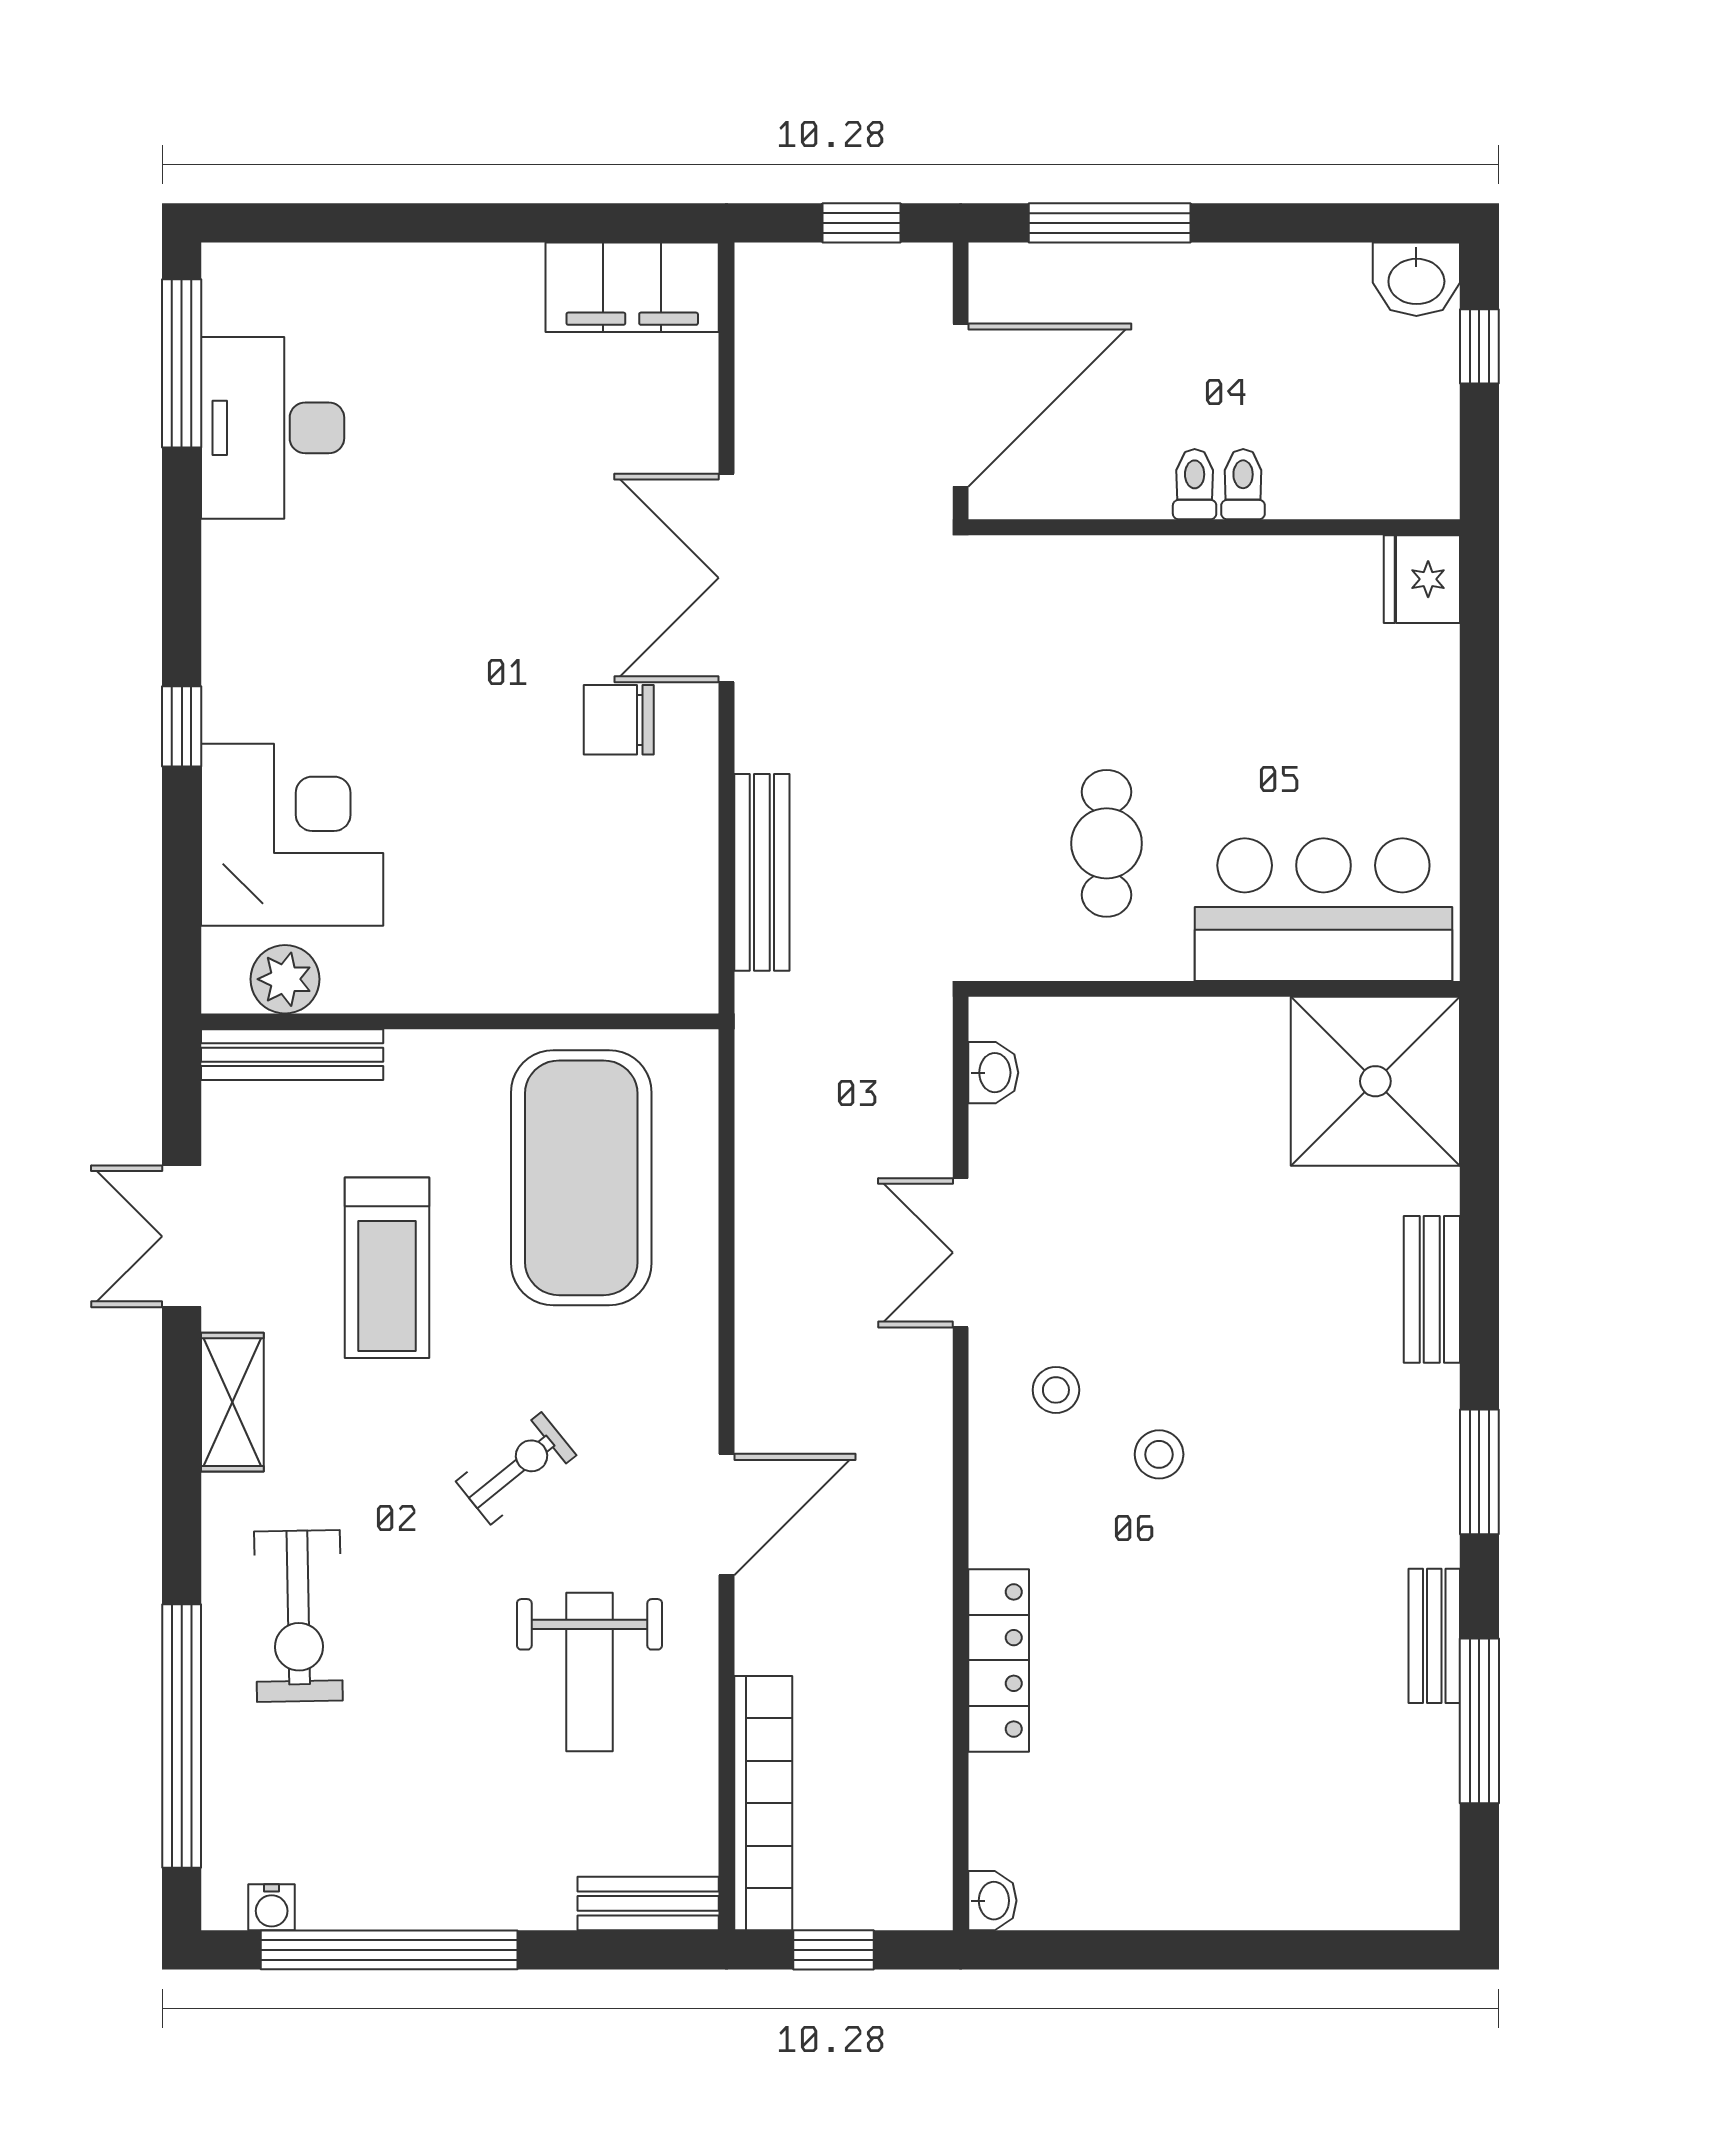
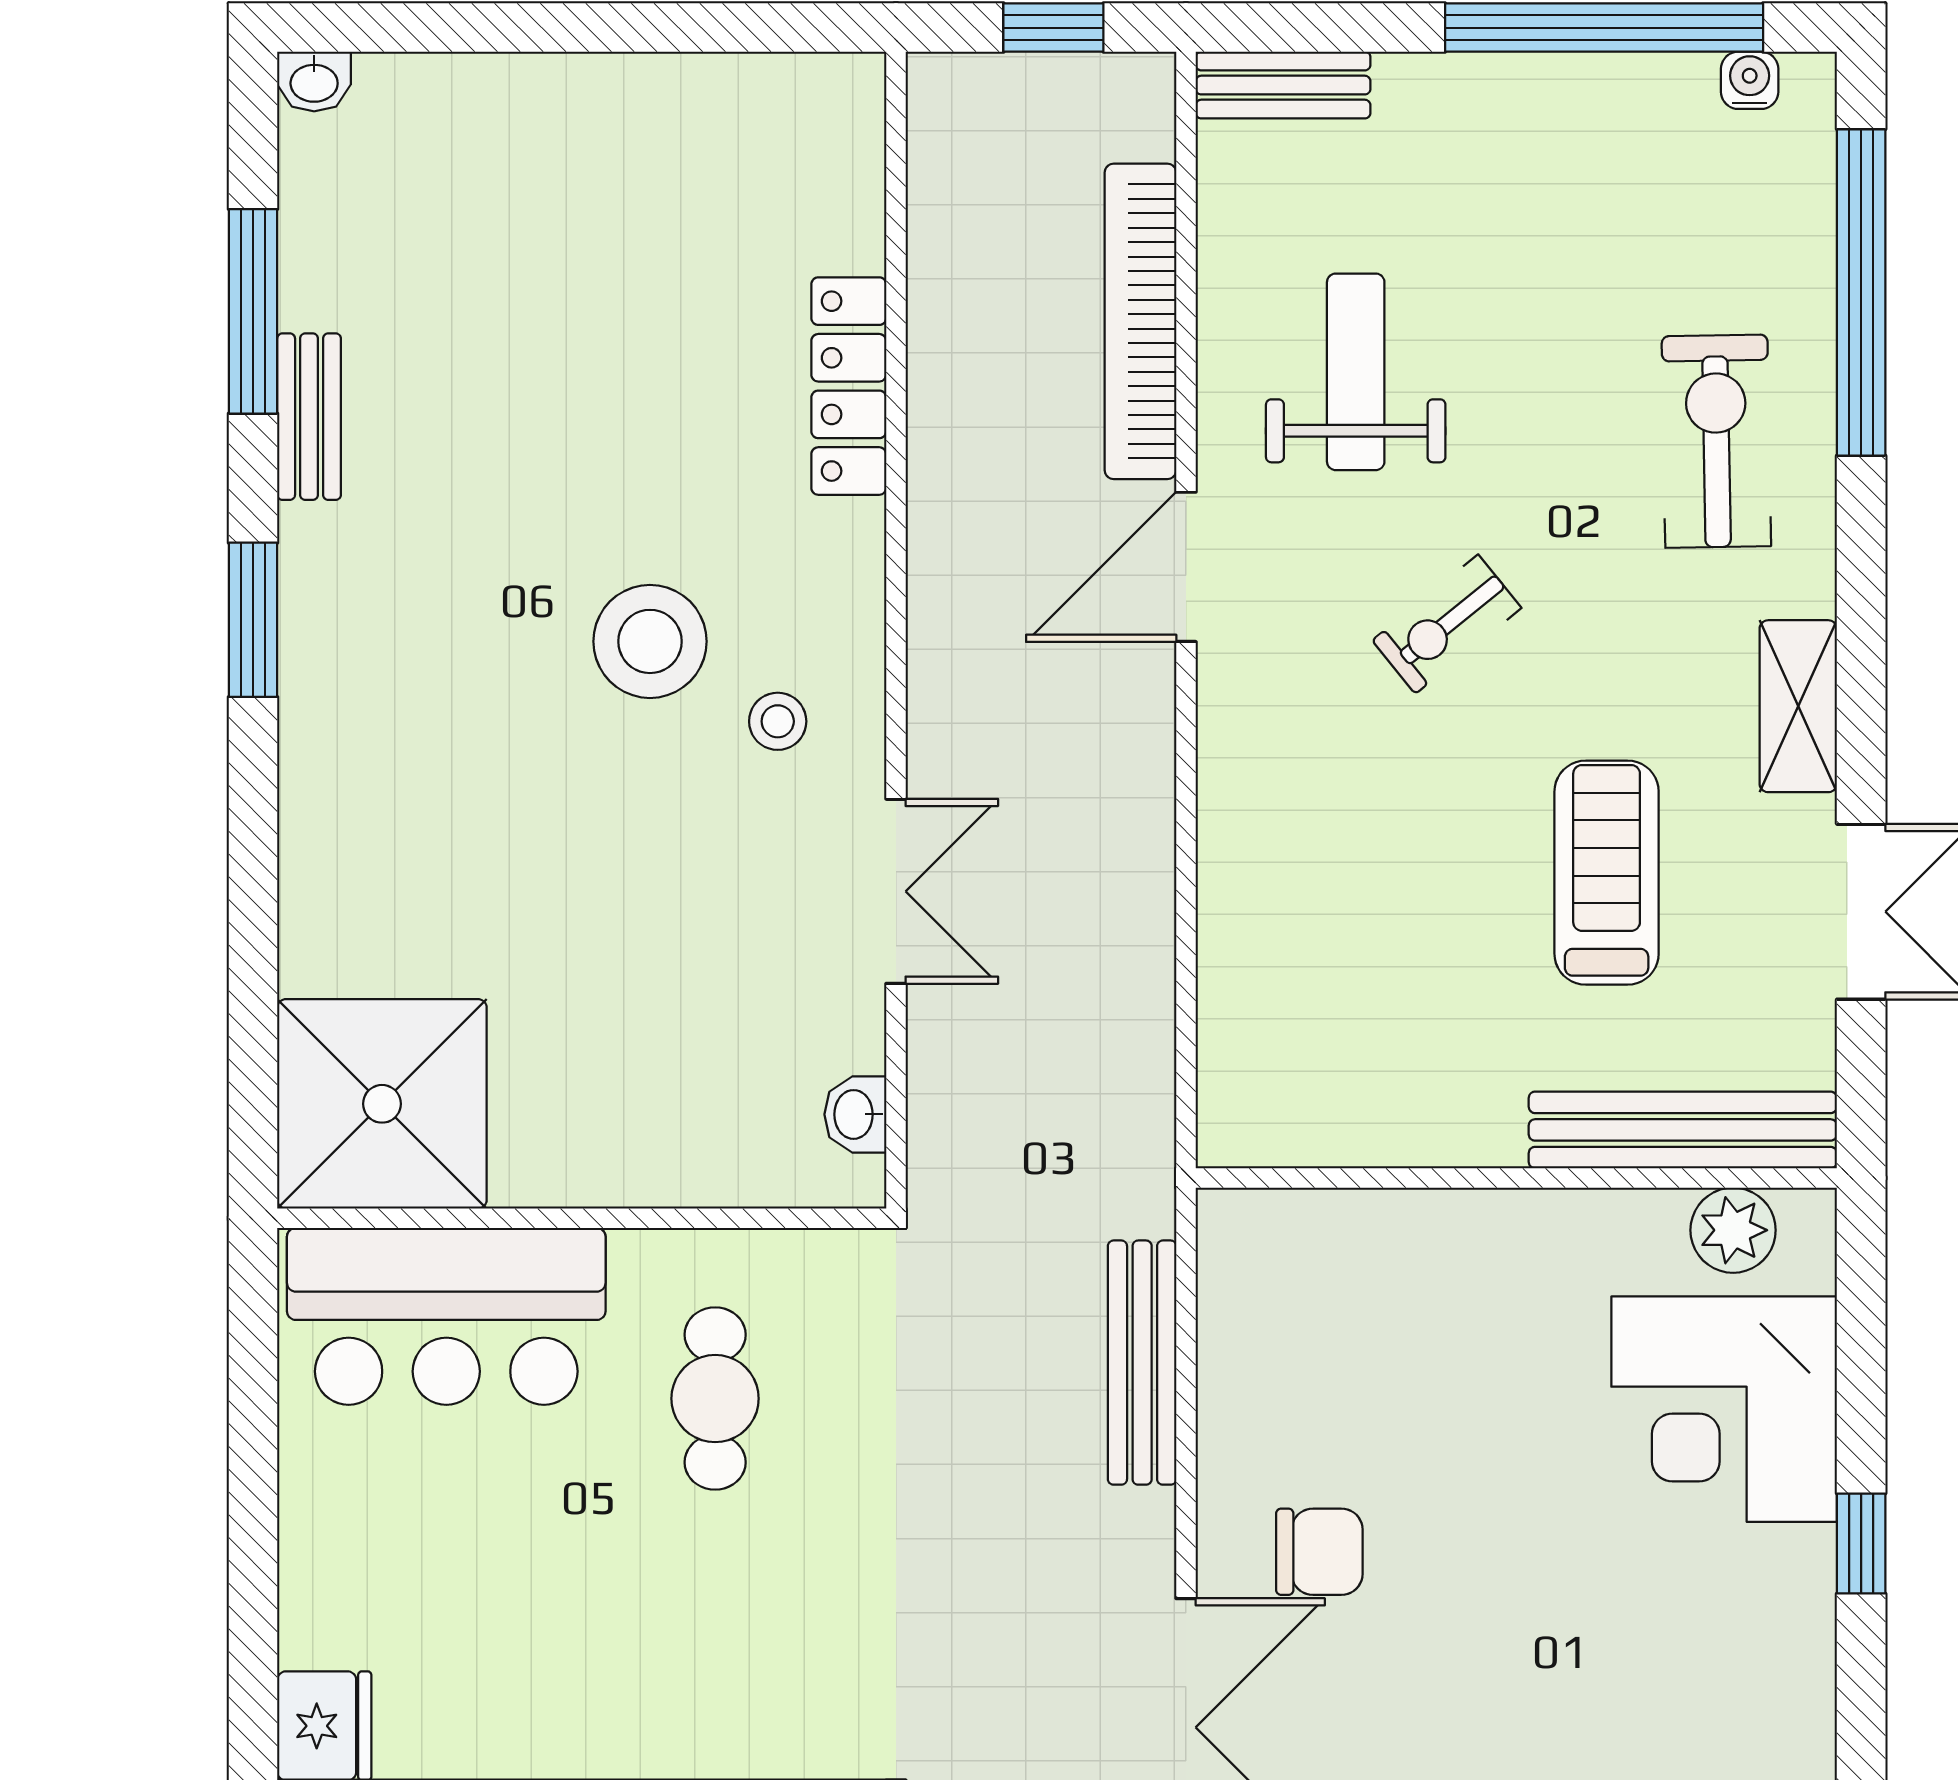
bench: (292, 1055) -> (1683, 1130), width x1.37, depth x1.21
exercise mat: (581, 1178) -> (1366, 984), removed
bench: (1432, 1289) -> (312, 846), removed
stool: (1159, 1454) -> (650, 641), width x1.89, depth x1.89
bookcase: (763, 1803) -> (1141, 321), moved
washbasin: (992, 1901) -> (314, 81), moved, turned -90

